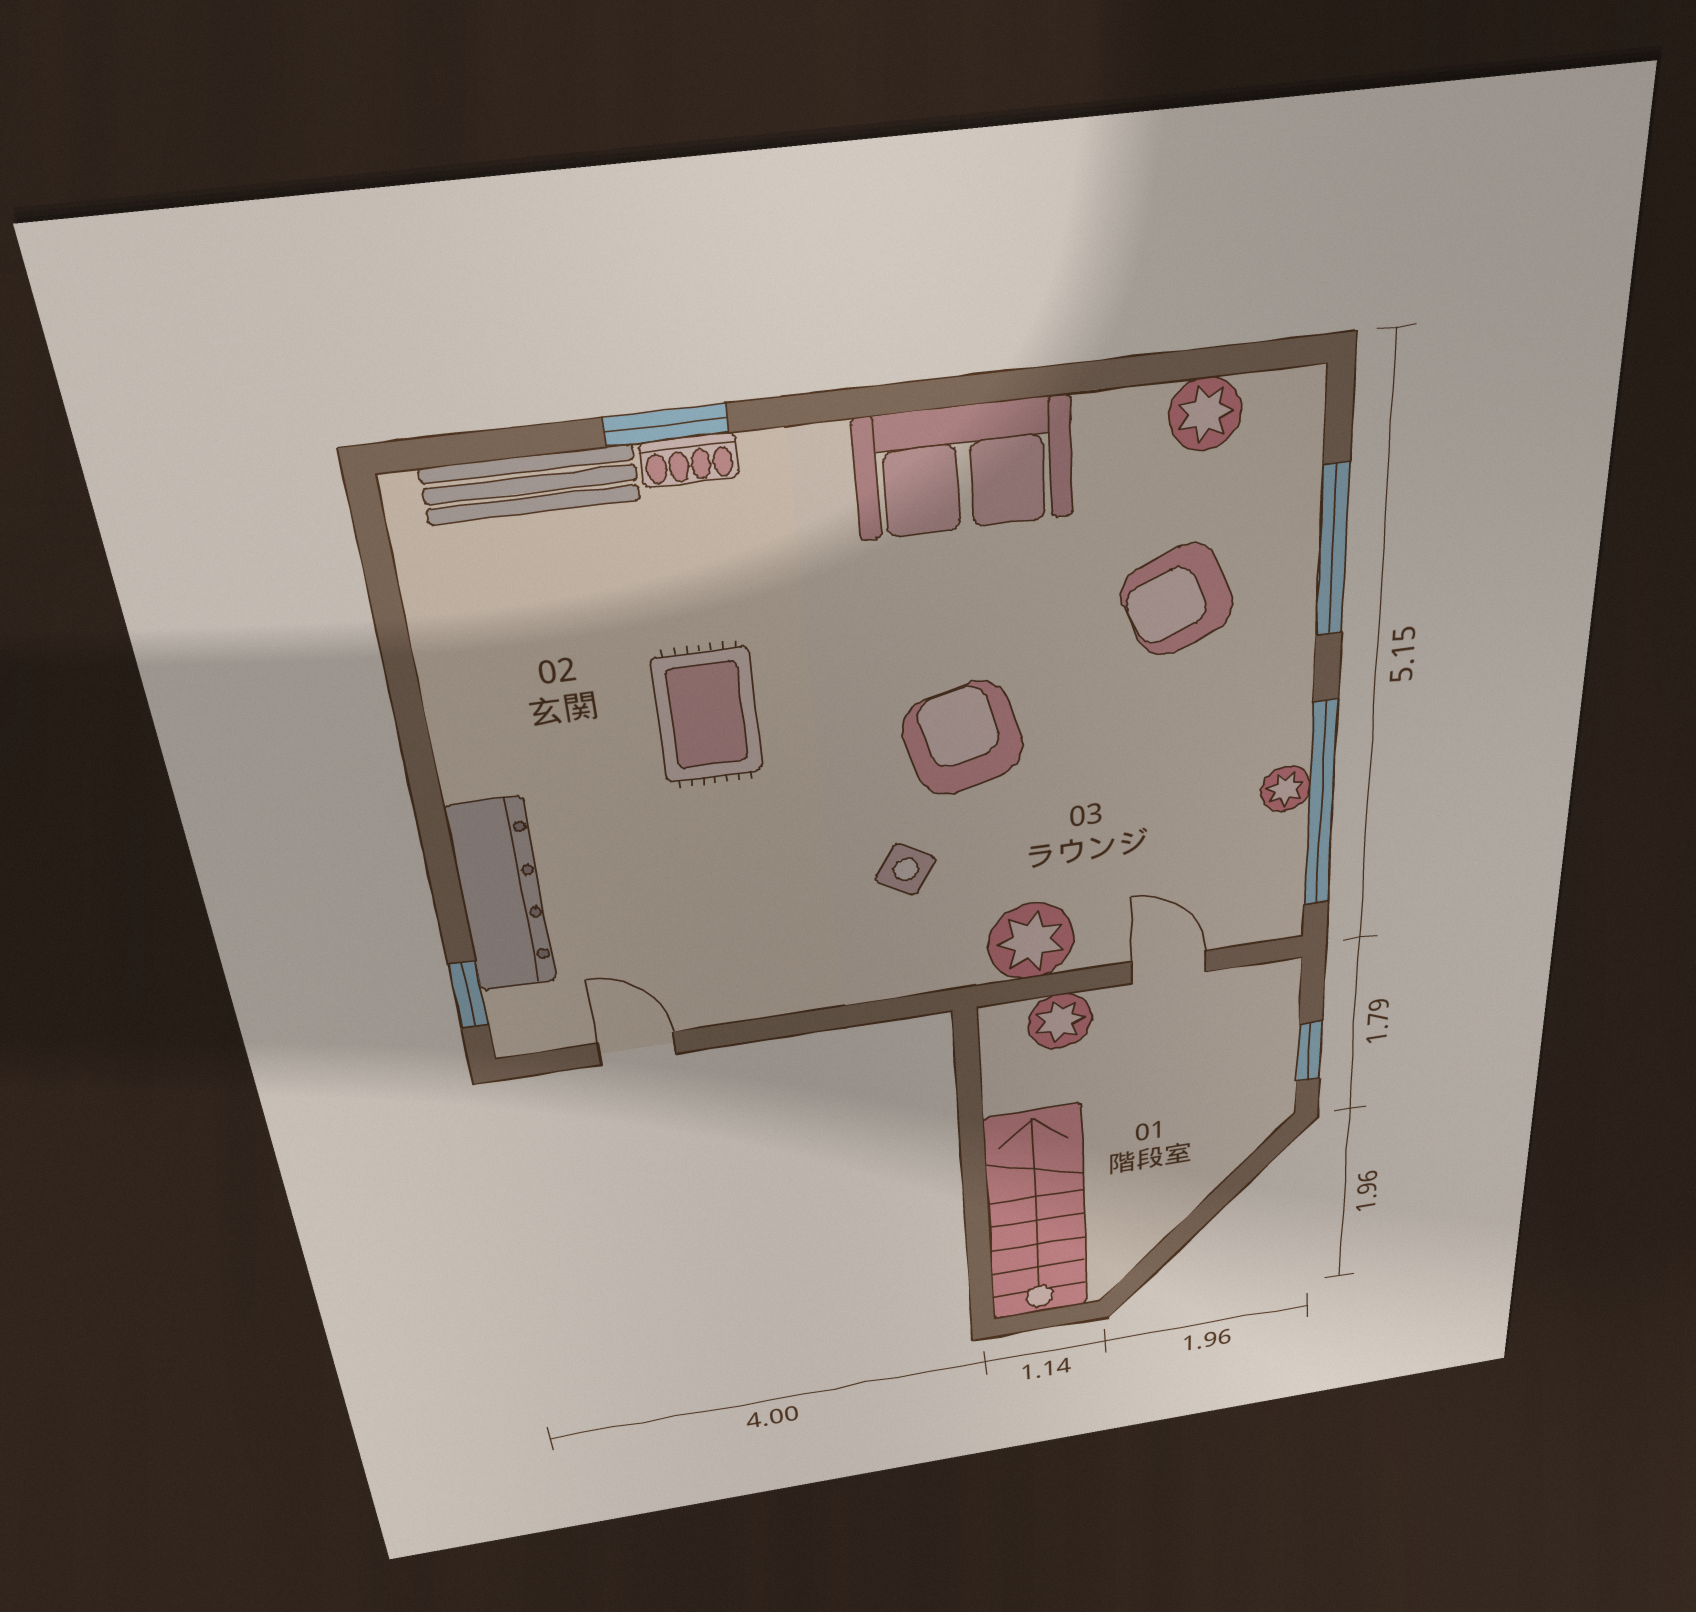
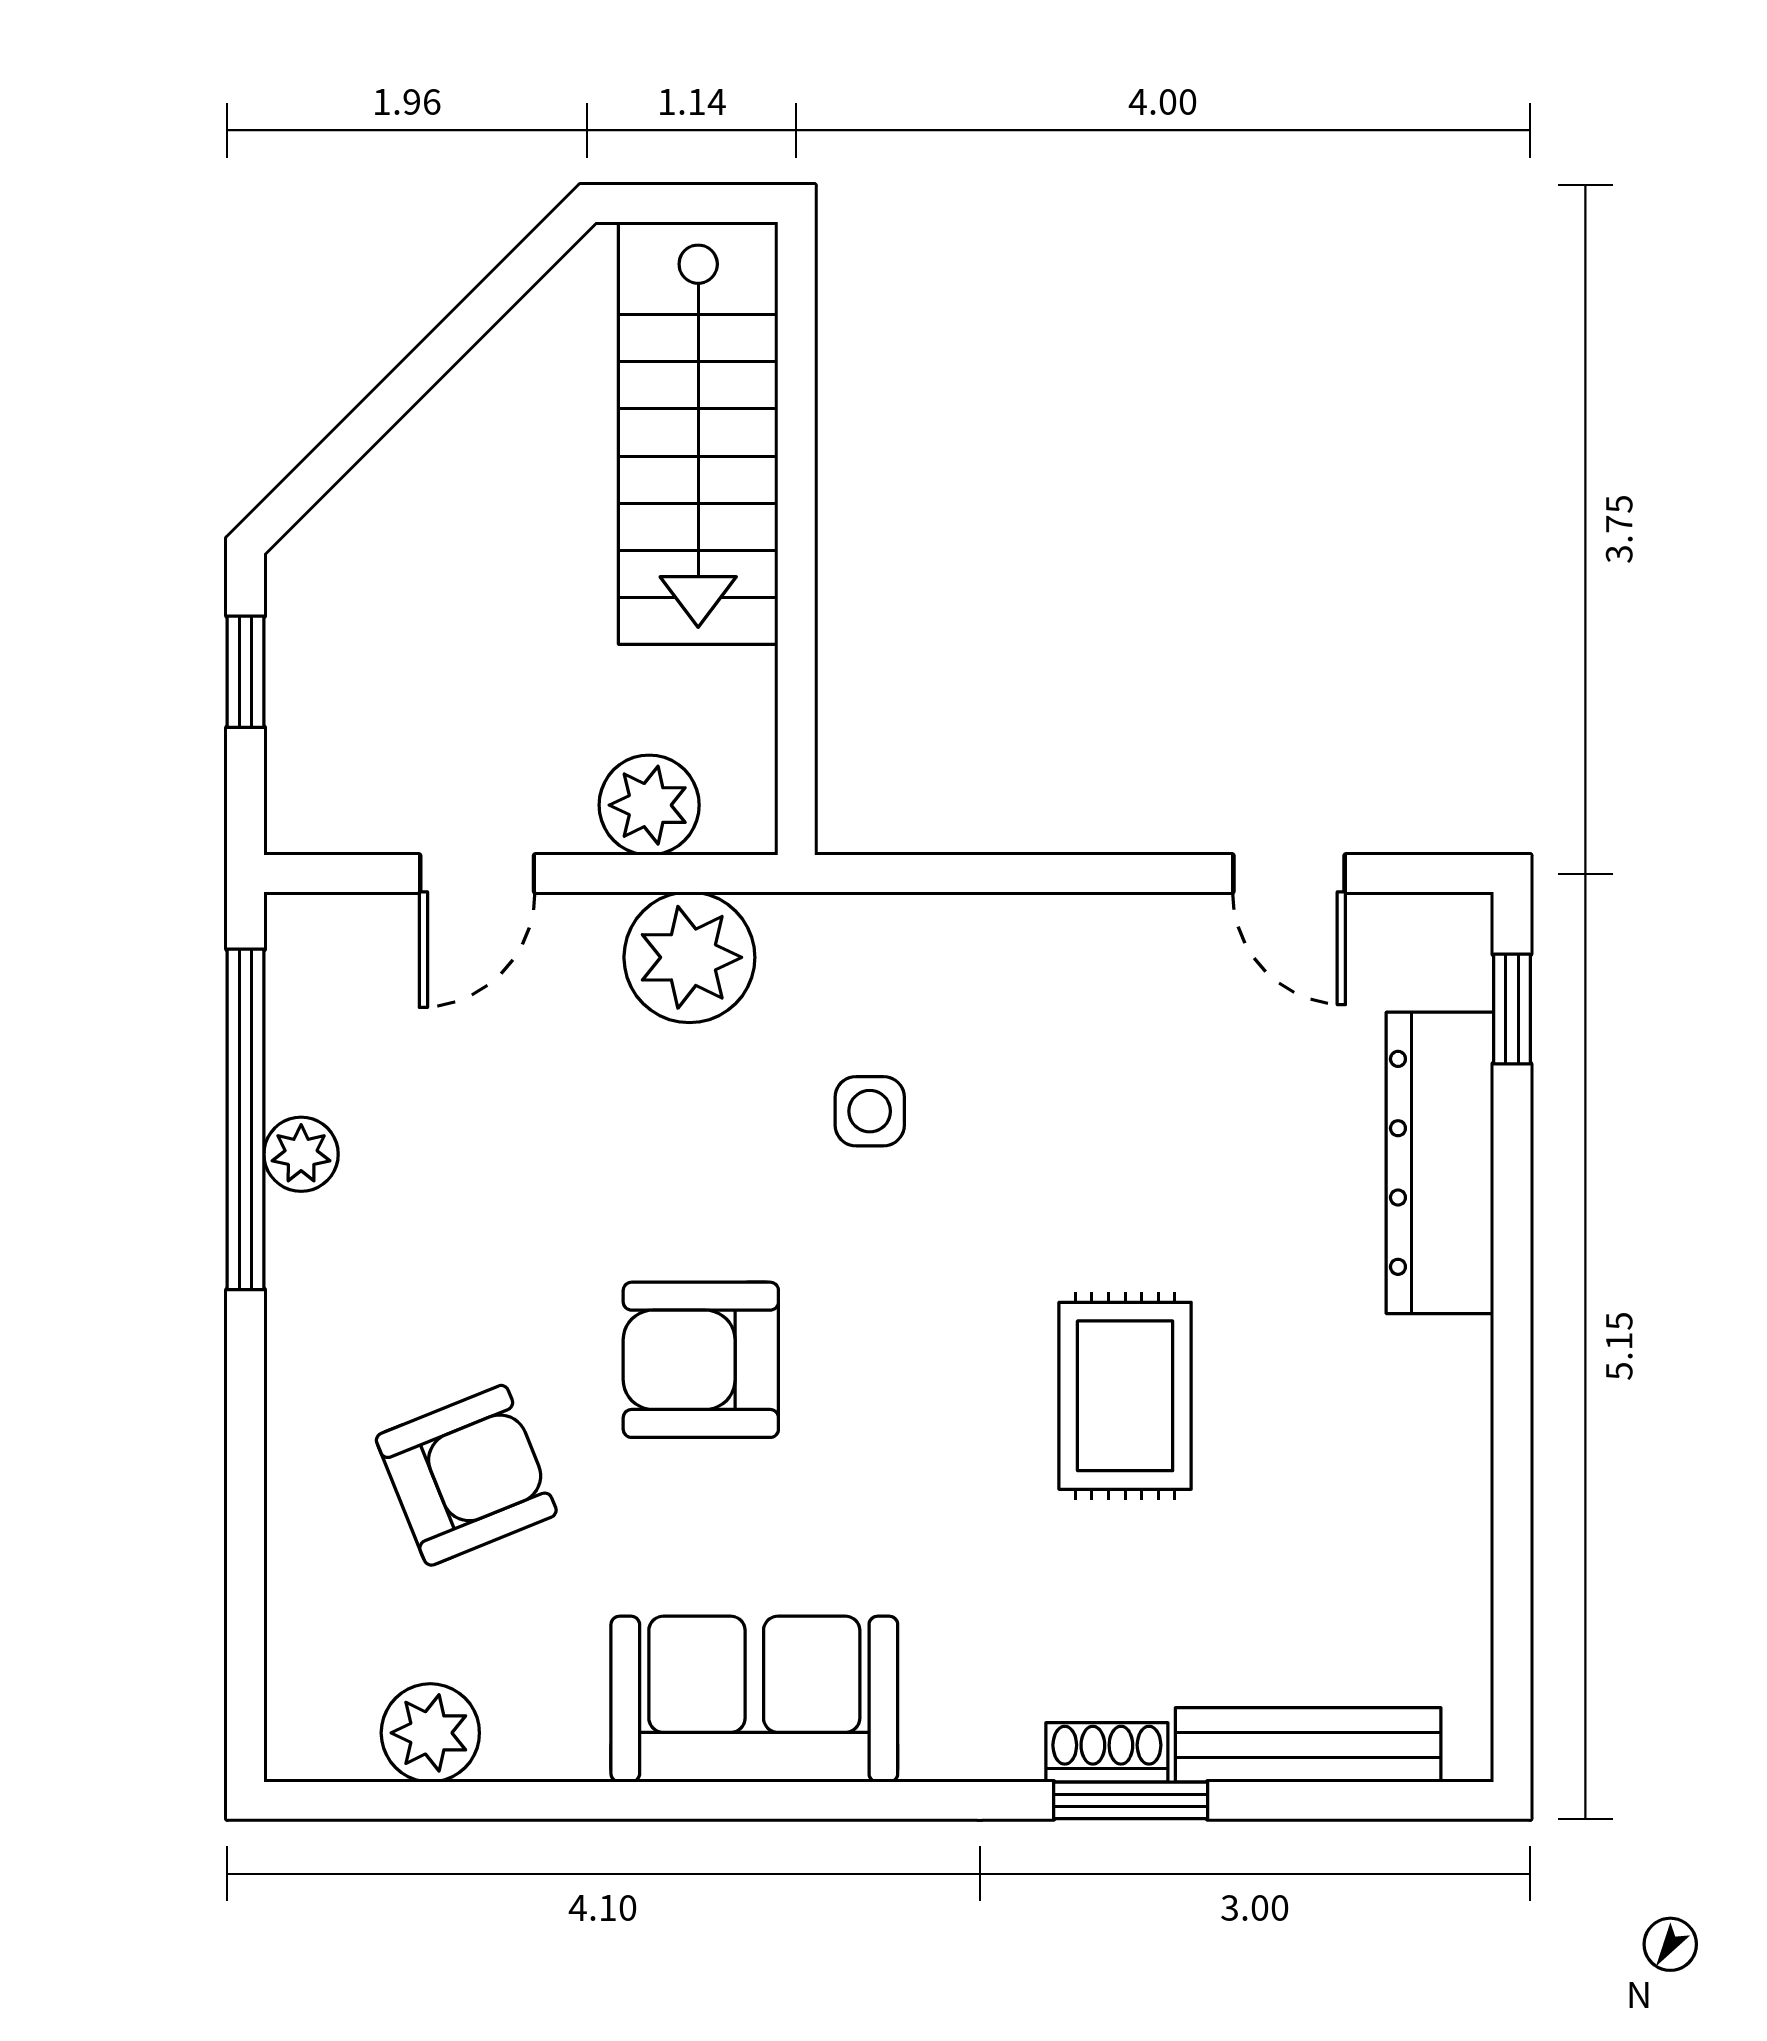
window: (1333, 550) -> (246, 1518), removed
armchair: (963, 738) -> (701, 1360), moved, turned 105
side table: (906, 869) -> (870, 1111), turned -32
door: (1169, 967) -> (477, 874), hinge flipped

